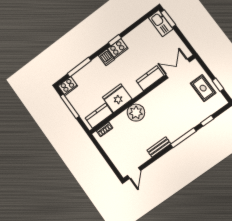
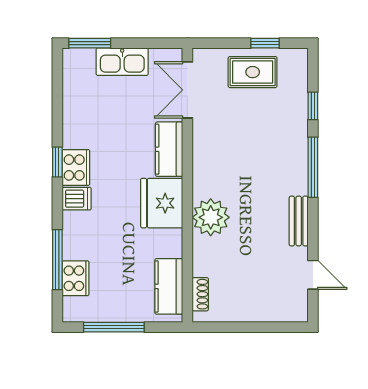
kitchen sink: (161, 23) -> (122, 62), moved
cooker: (68, 86) -> (76, 278), moved
fridge: (117, 98) -> (162, 203), moved
door: (134, 173) -> (313, 275), moved

